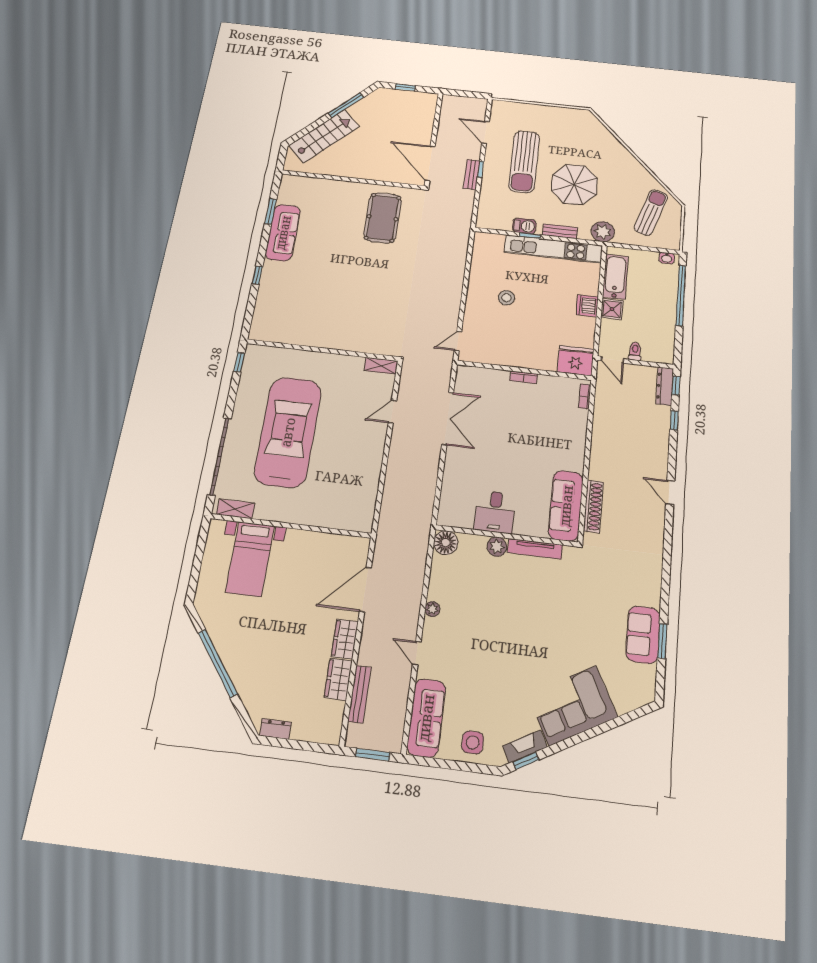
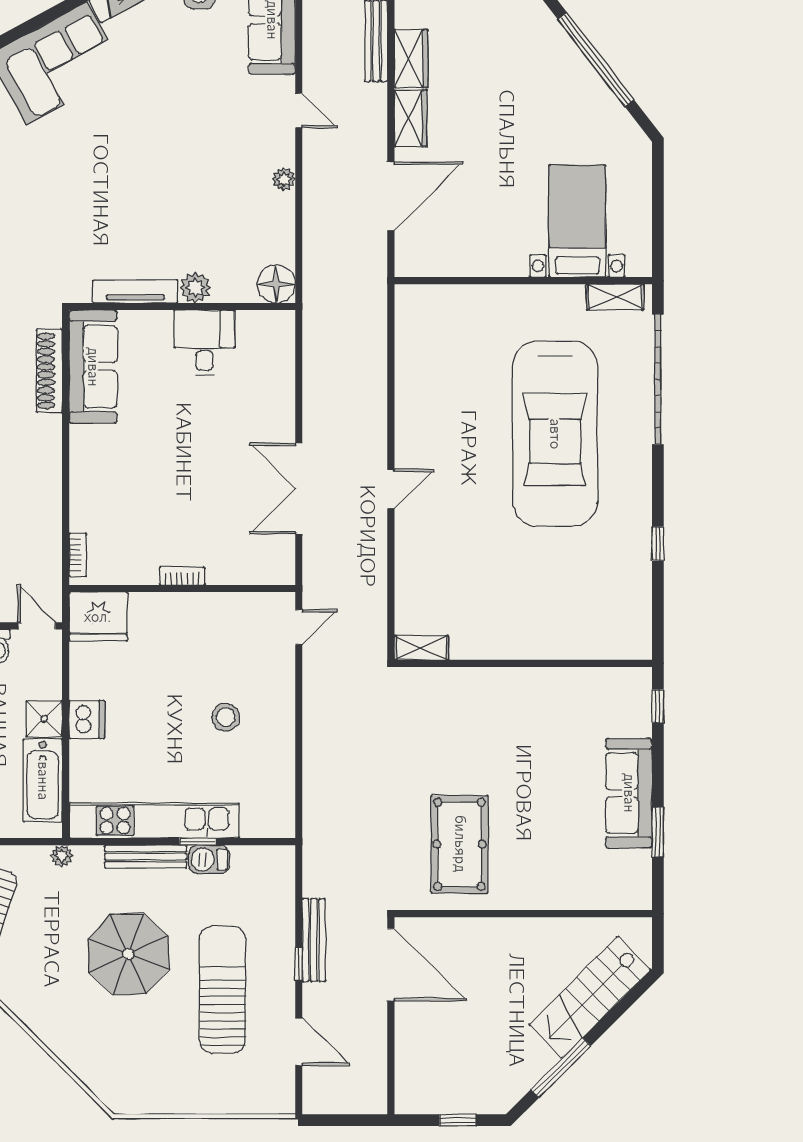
bench: (471, 175) -> (314, 940), width x1.36
bench: (560, 231) -> (146, 857), width x1.36
plant: (603, 232) -> (62, 856), width x0.53, depth x0.53
wall: (322, 350) -> (523, 663), moved
shelving: (381, 366) -> (421, 648), moved

